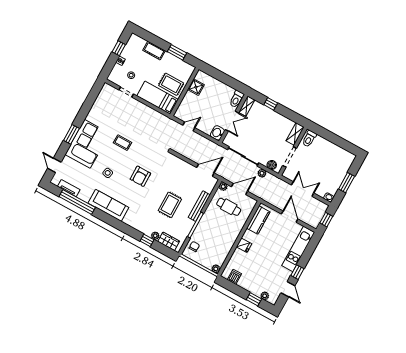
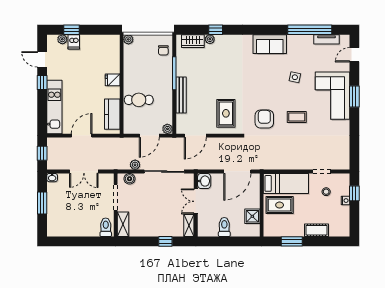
window: (119, 48) -> (354, 193), moved
toilet: (237, 99) -> (224, 227), moved
door: (189, 126) -> (237, 171), width x1.88
door: (54, 165) -> (354, 55), swing flipped
armchair: (140, 176) -> (264, 119), moved
sofa: (108, 205) -> (270, 44), width x0.73
rug: (170, 205) -> (226, 113), moved
cafe table: (229, 207) -> (139, 100), moved
door: (290, 217) -> (82, 136), swing flipped
dishwasher: (234, 277) -> (74, 42), moved

